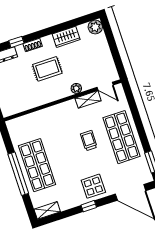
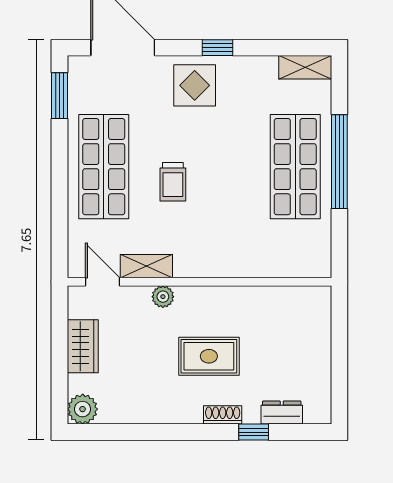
wardrobe: (66, 37) -> (83, 346), moved, turned 90

